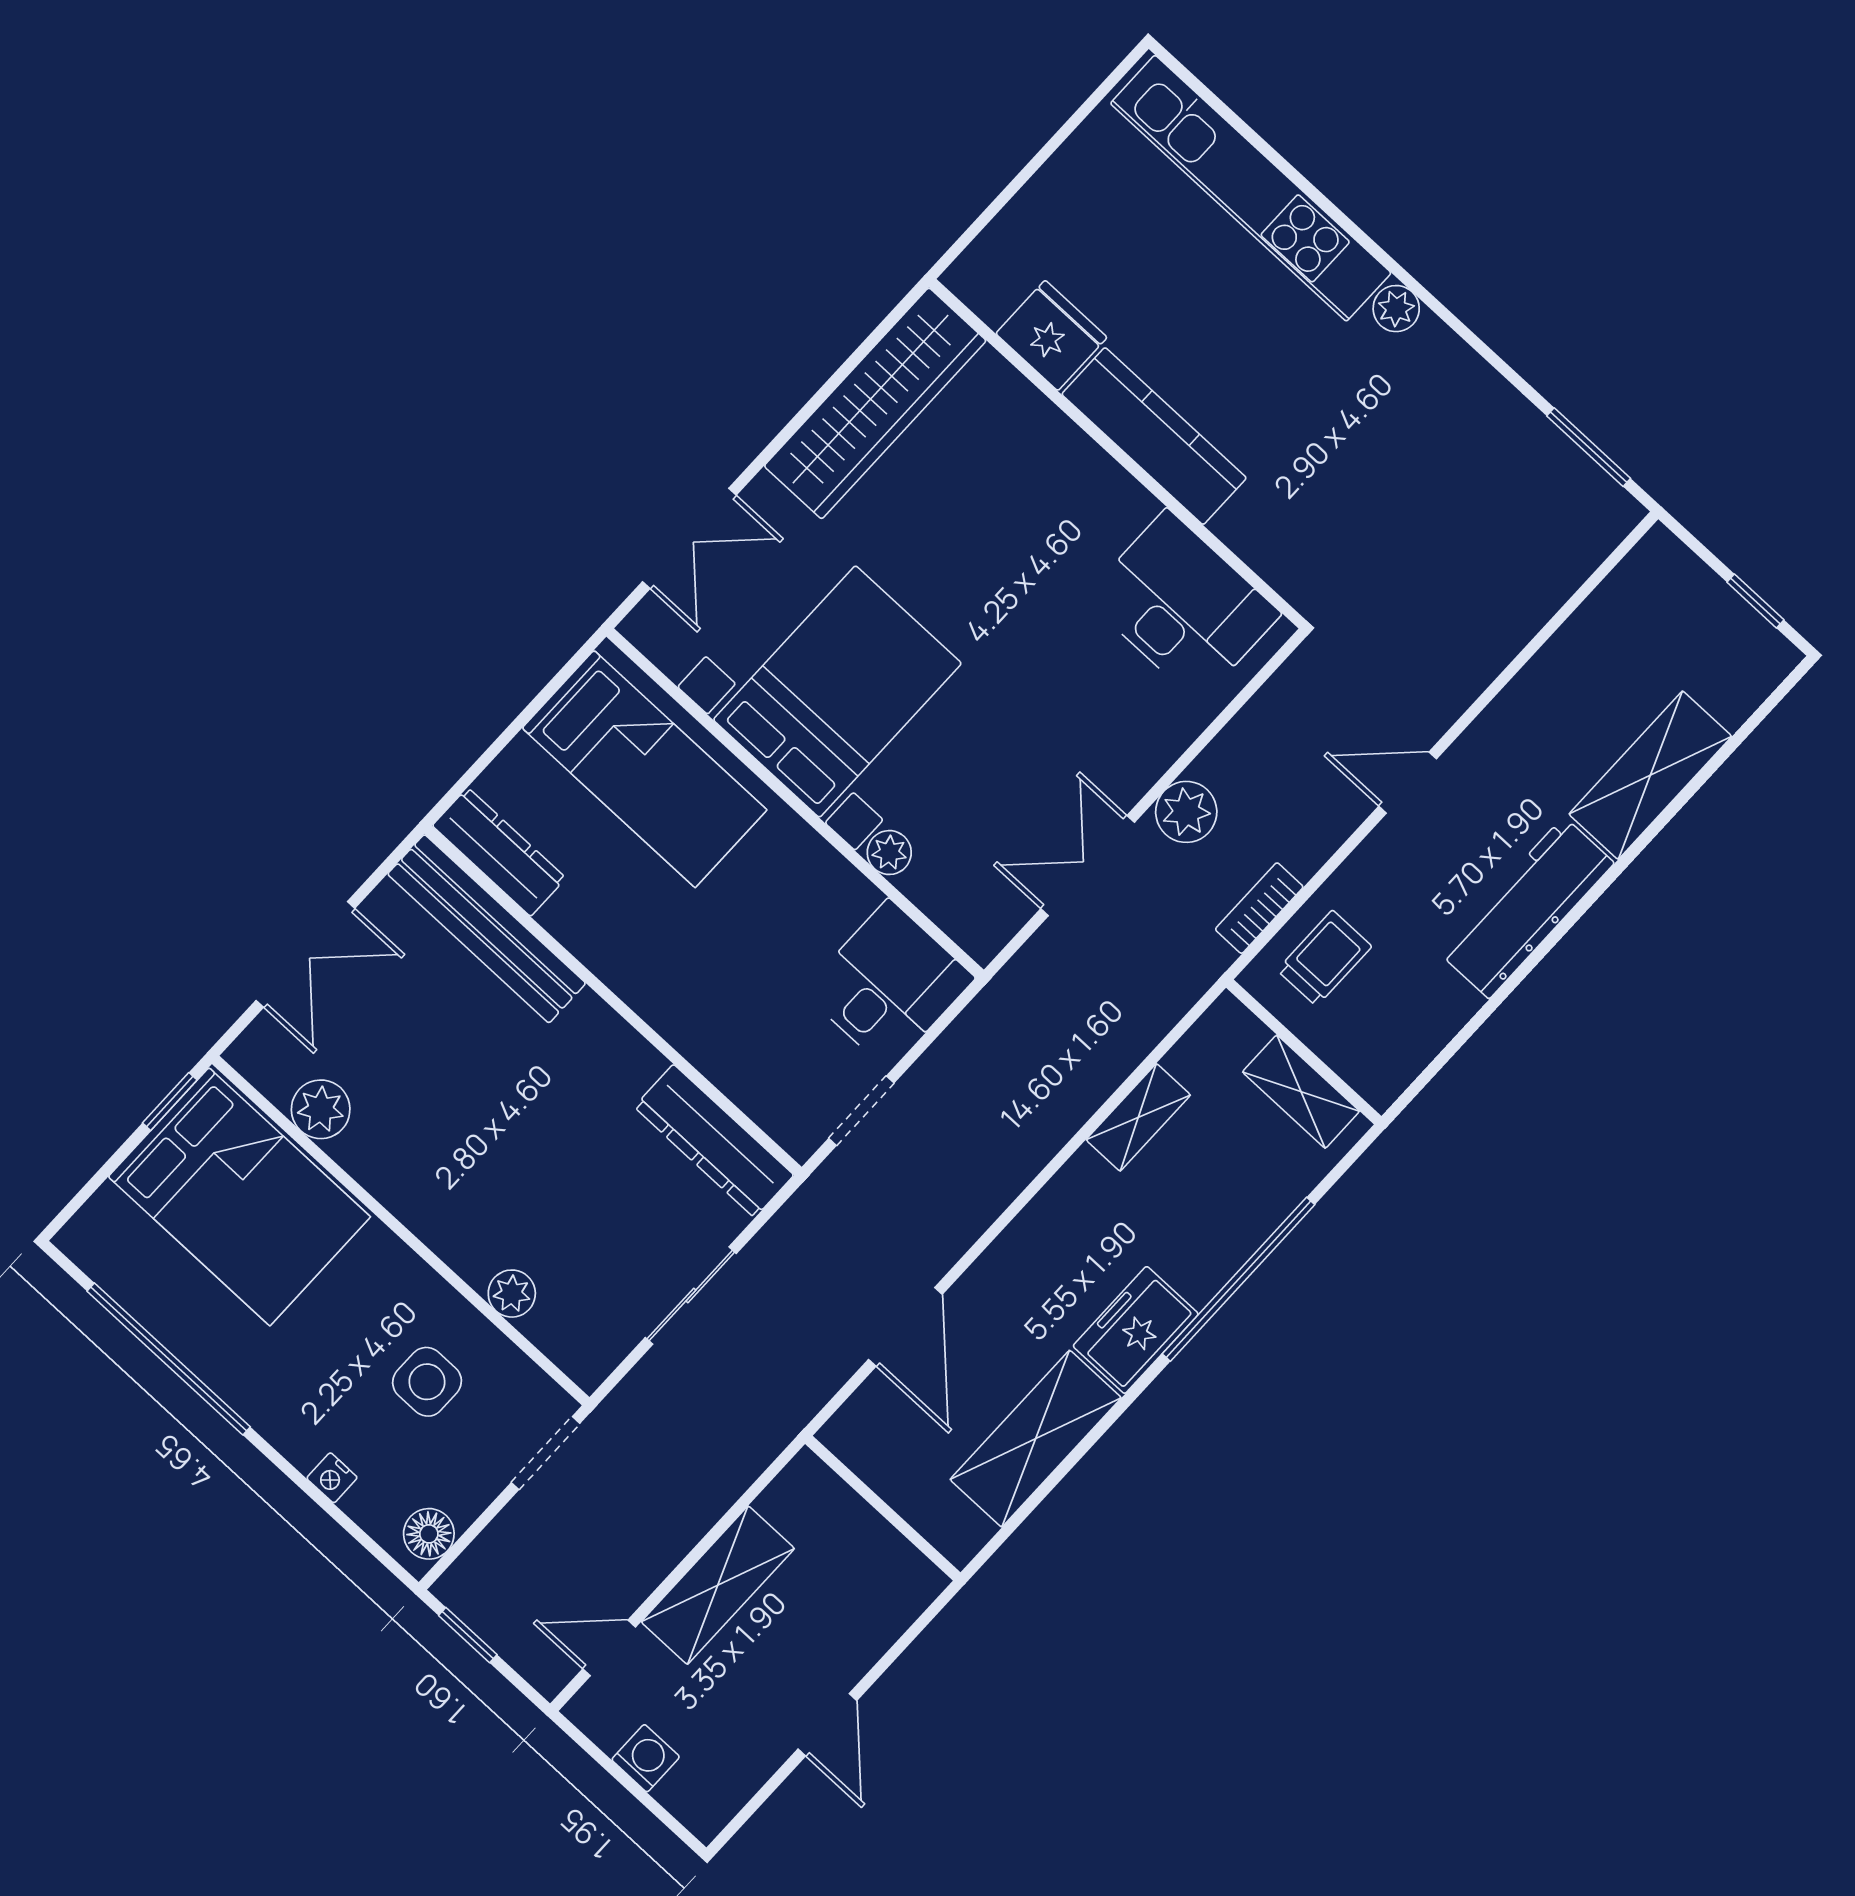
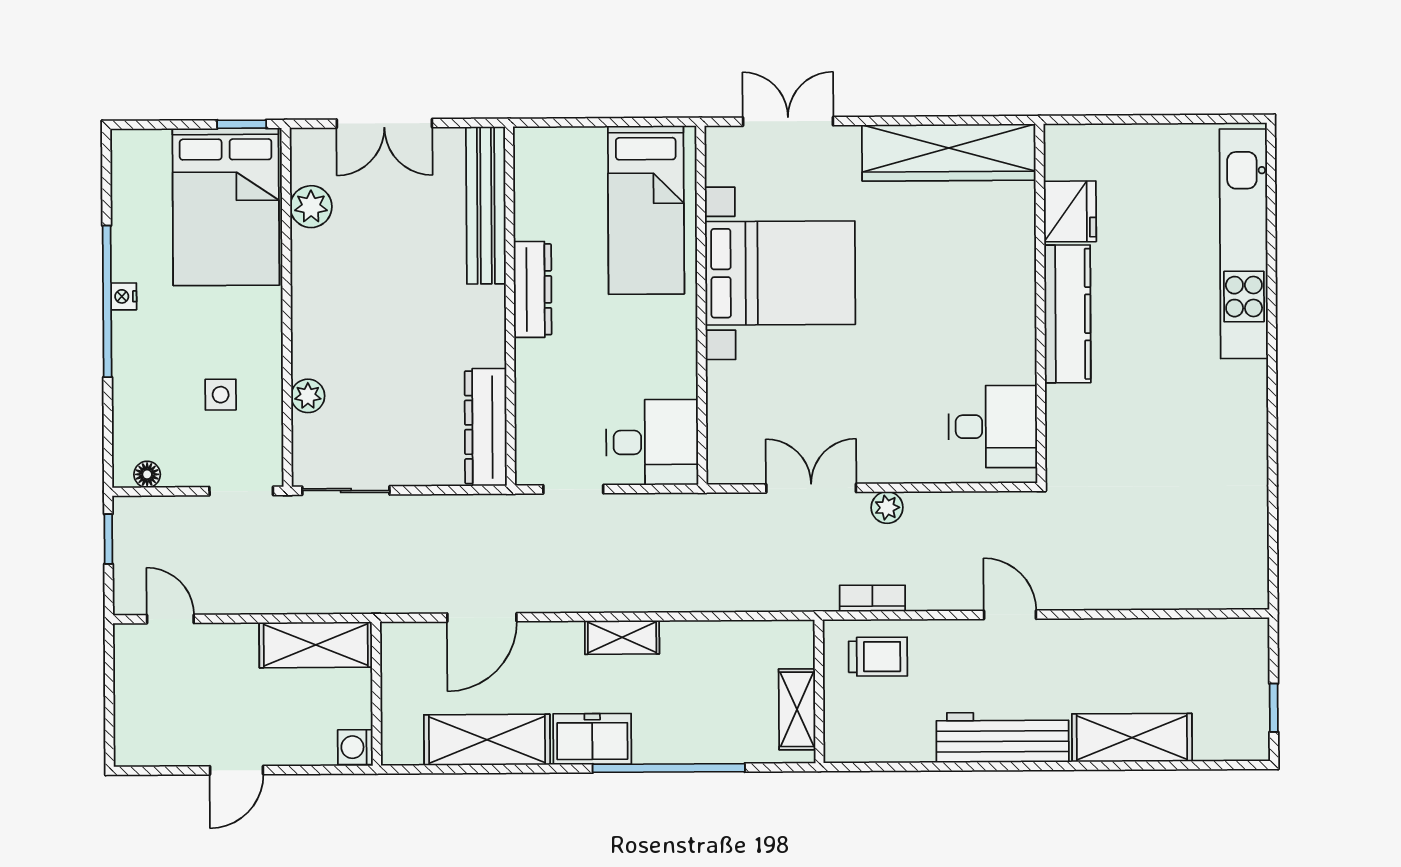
plant: (1396, 309) -> (1252, 378), removed
window: (1589, 447) -> (1273, 546), removed
double door: (689, 538) -> (788, 121), swing flipped
desk: (1183, 606) -> (993, 427), width x0.73
plant: (1186, 812) -> (887, 508), width x0.73, depth x0.73
dresser: (499, 852) -> (533, 289), moved
plant: (889, 853) -> (721, 378), removed
shelving: (1138, 1117) -> (622, 637), moved
sliding door: (691, 1296) -> (346, 491), moved
window: (169, 1359) -> (107, 301), moved
side table: (427, 1382) -> (221, 395), width x0.73, depth x0.73
nightstand: (332, 1478) -> (124, 296), moved
floor lamp: (429, 1534) -> (147, 474), width x0.73, depth x0.73
shelving: (718, 1585) -> (316, 645), moved
washing machine: (646, 1758) -> (355, 747), moved, turned 180

